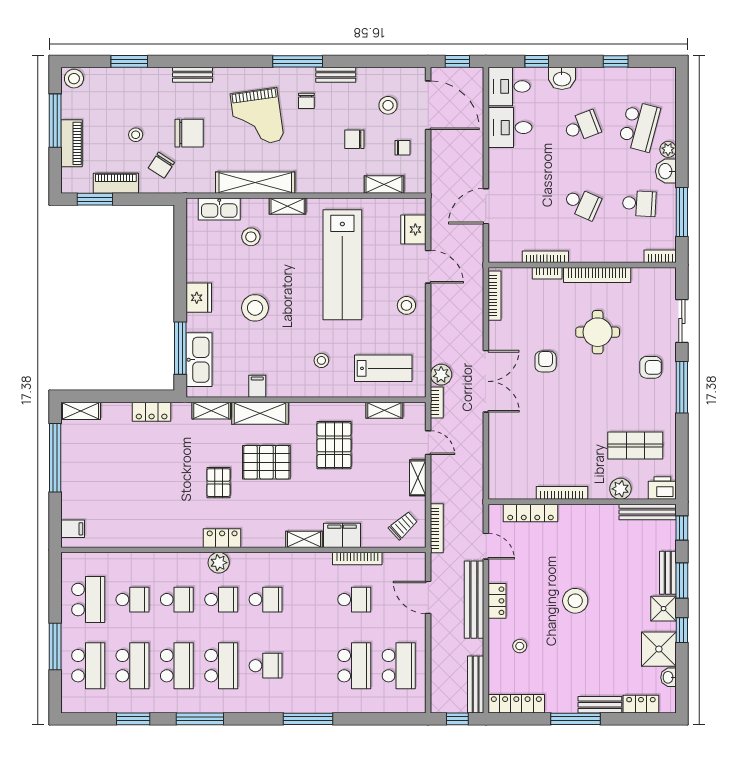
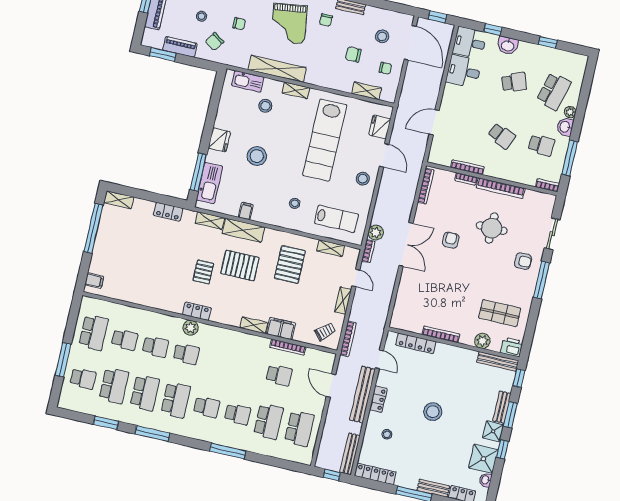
chair: (189, 133) -> (239, 24), width x0.54, depth x0.54
school desk: (266, 600) -> (238, 414), moved
school desk: (88, 666) -> (83, 379), width x0.54

